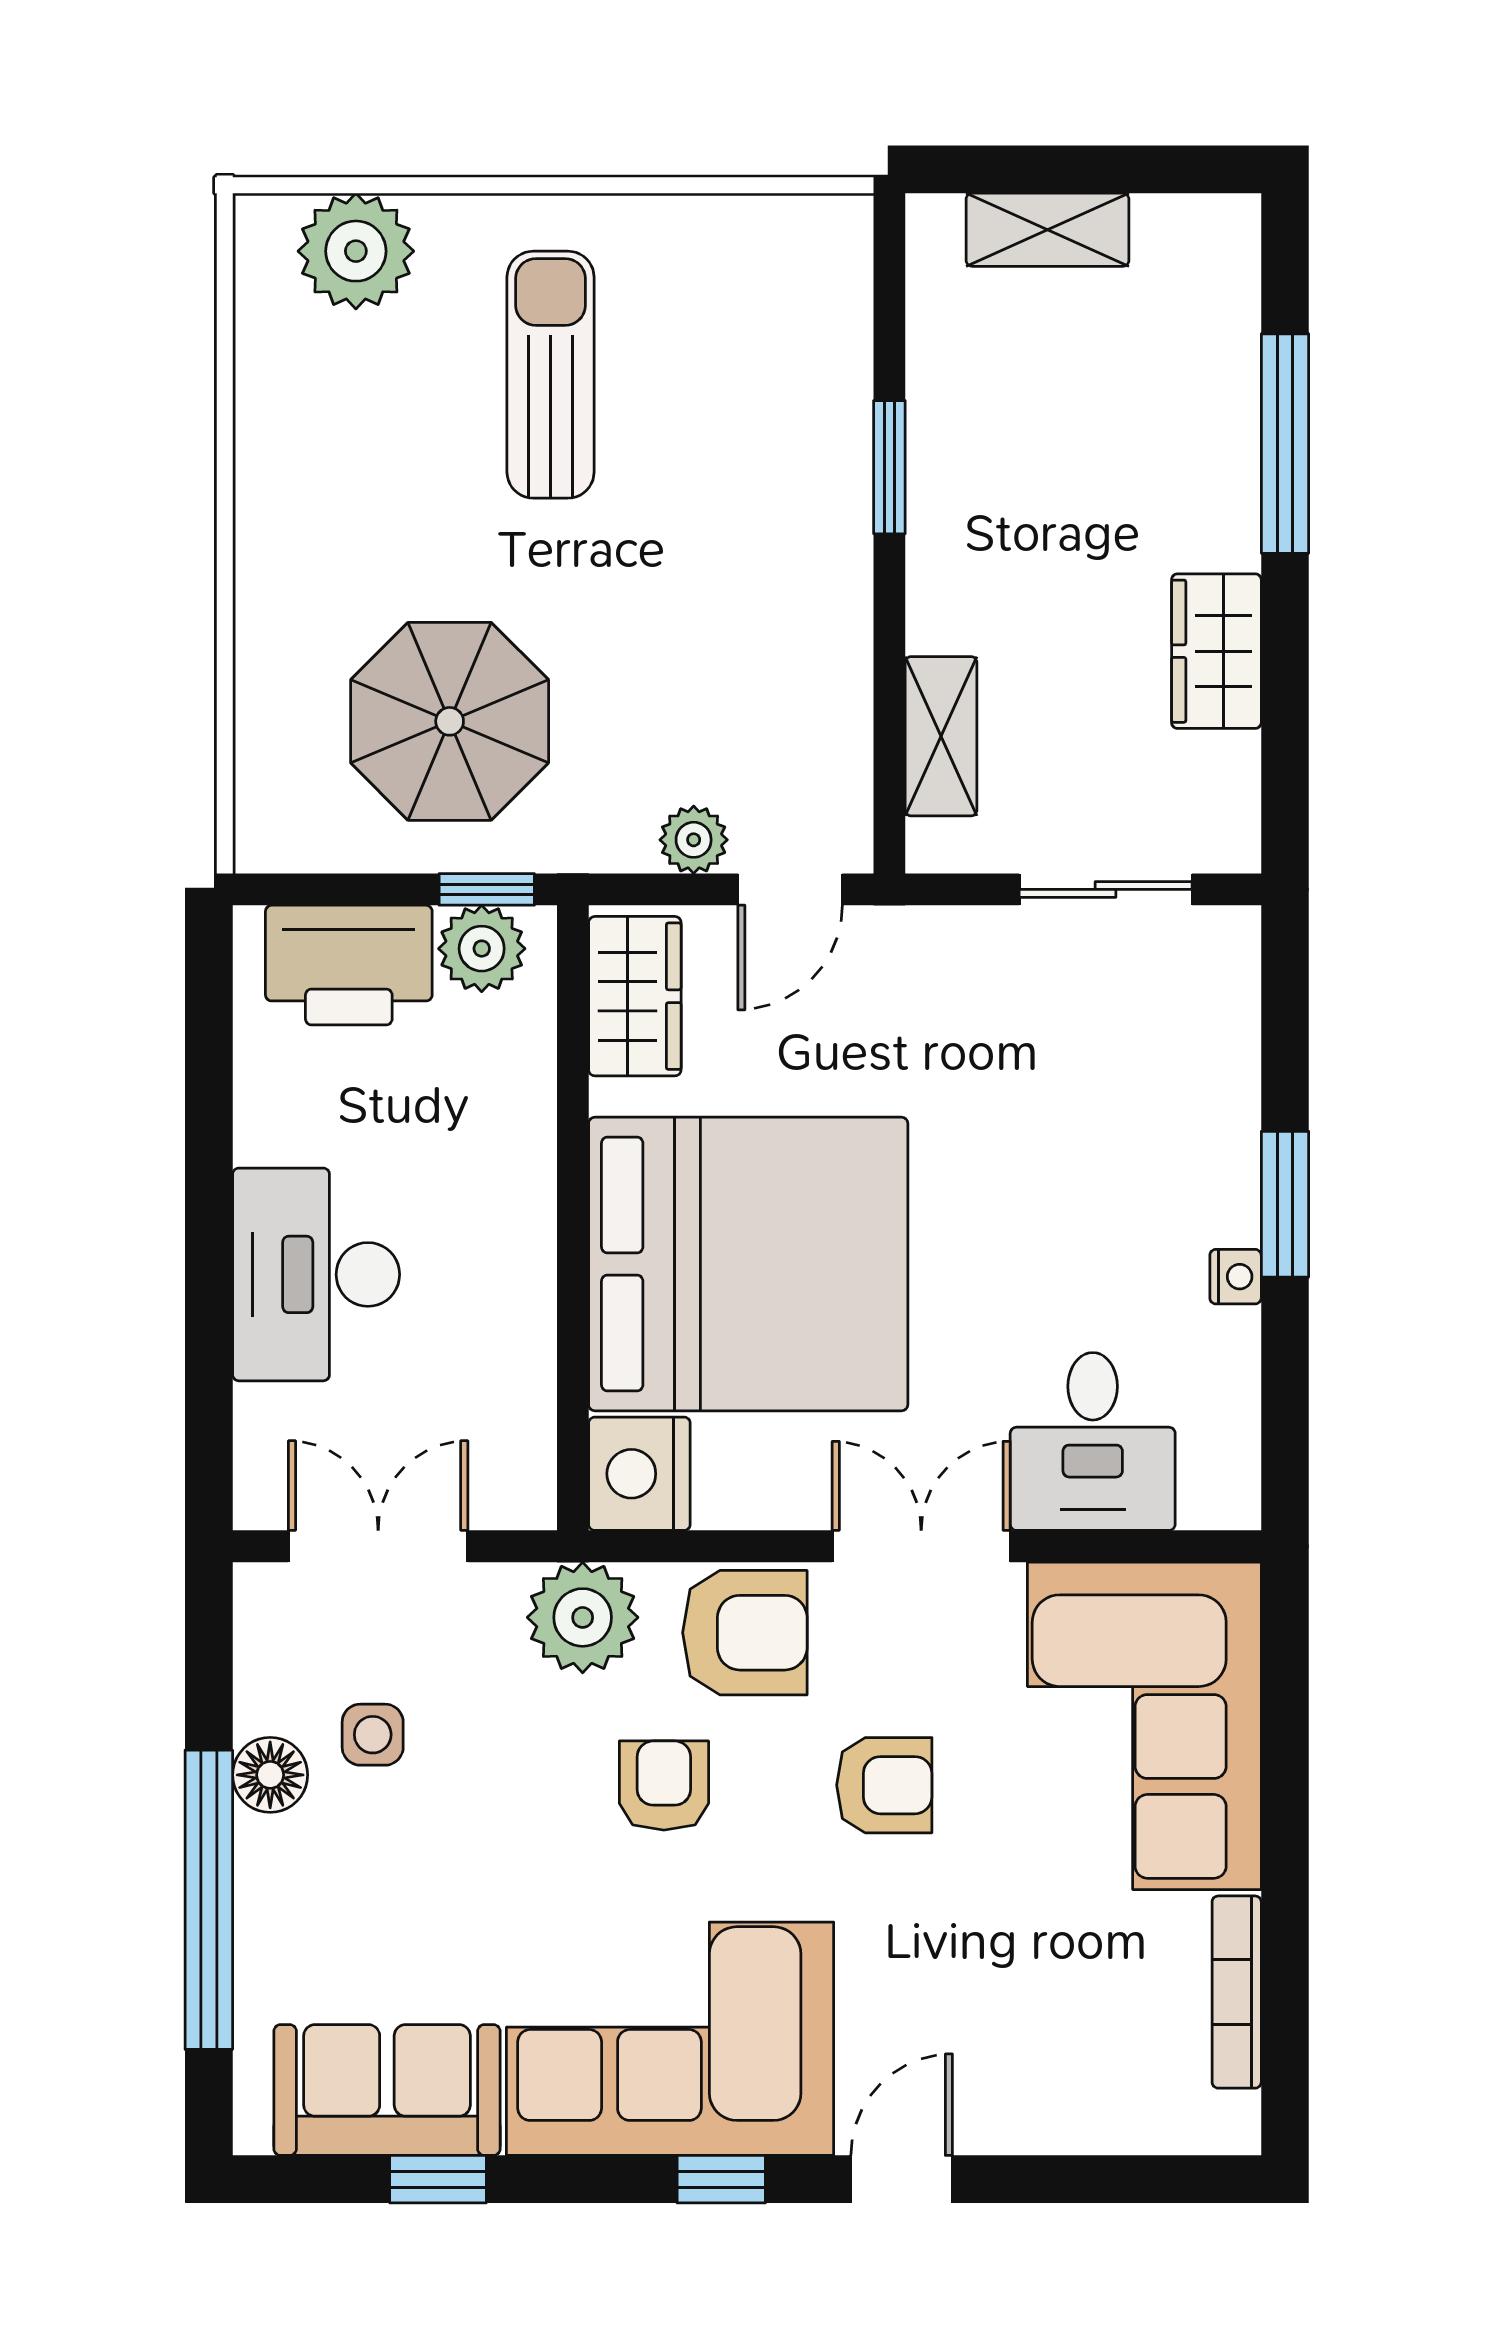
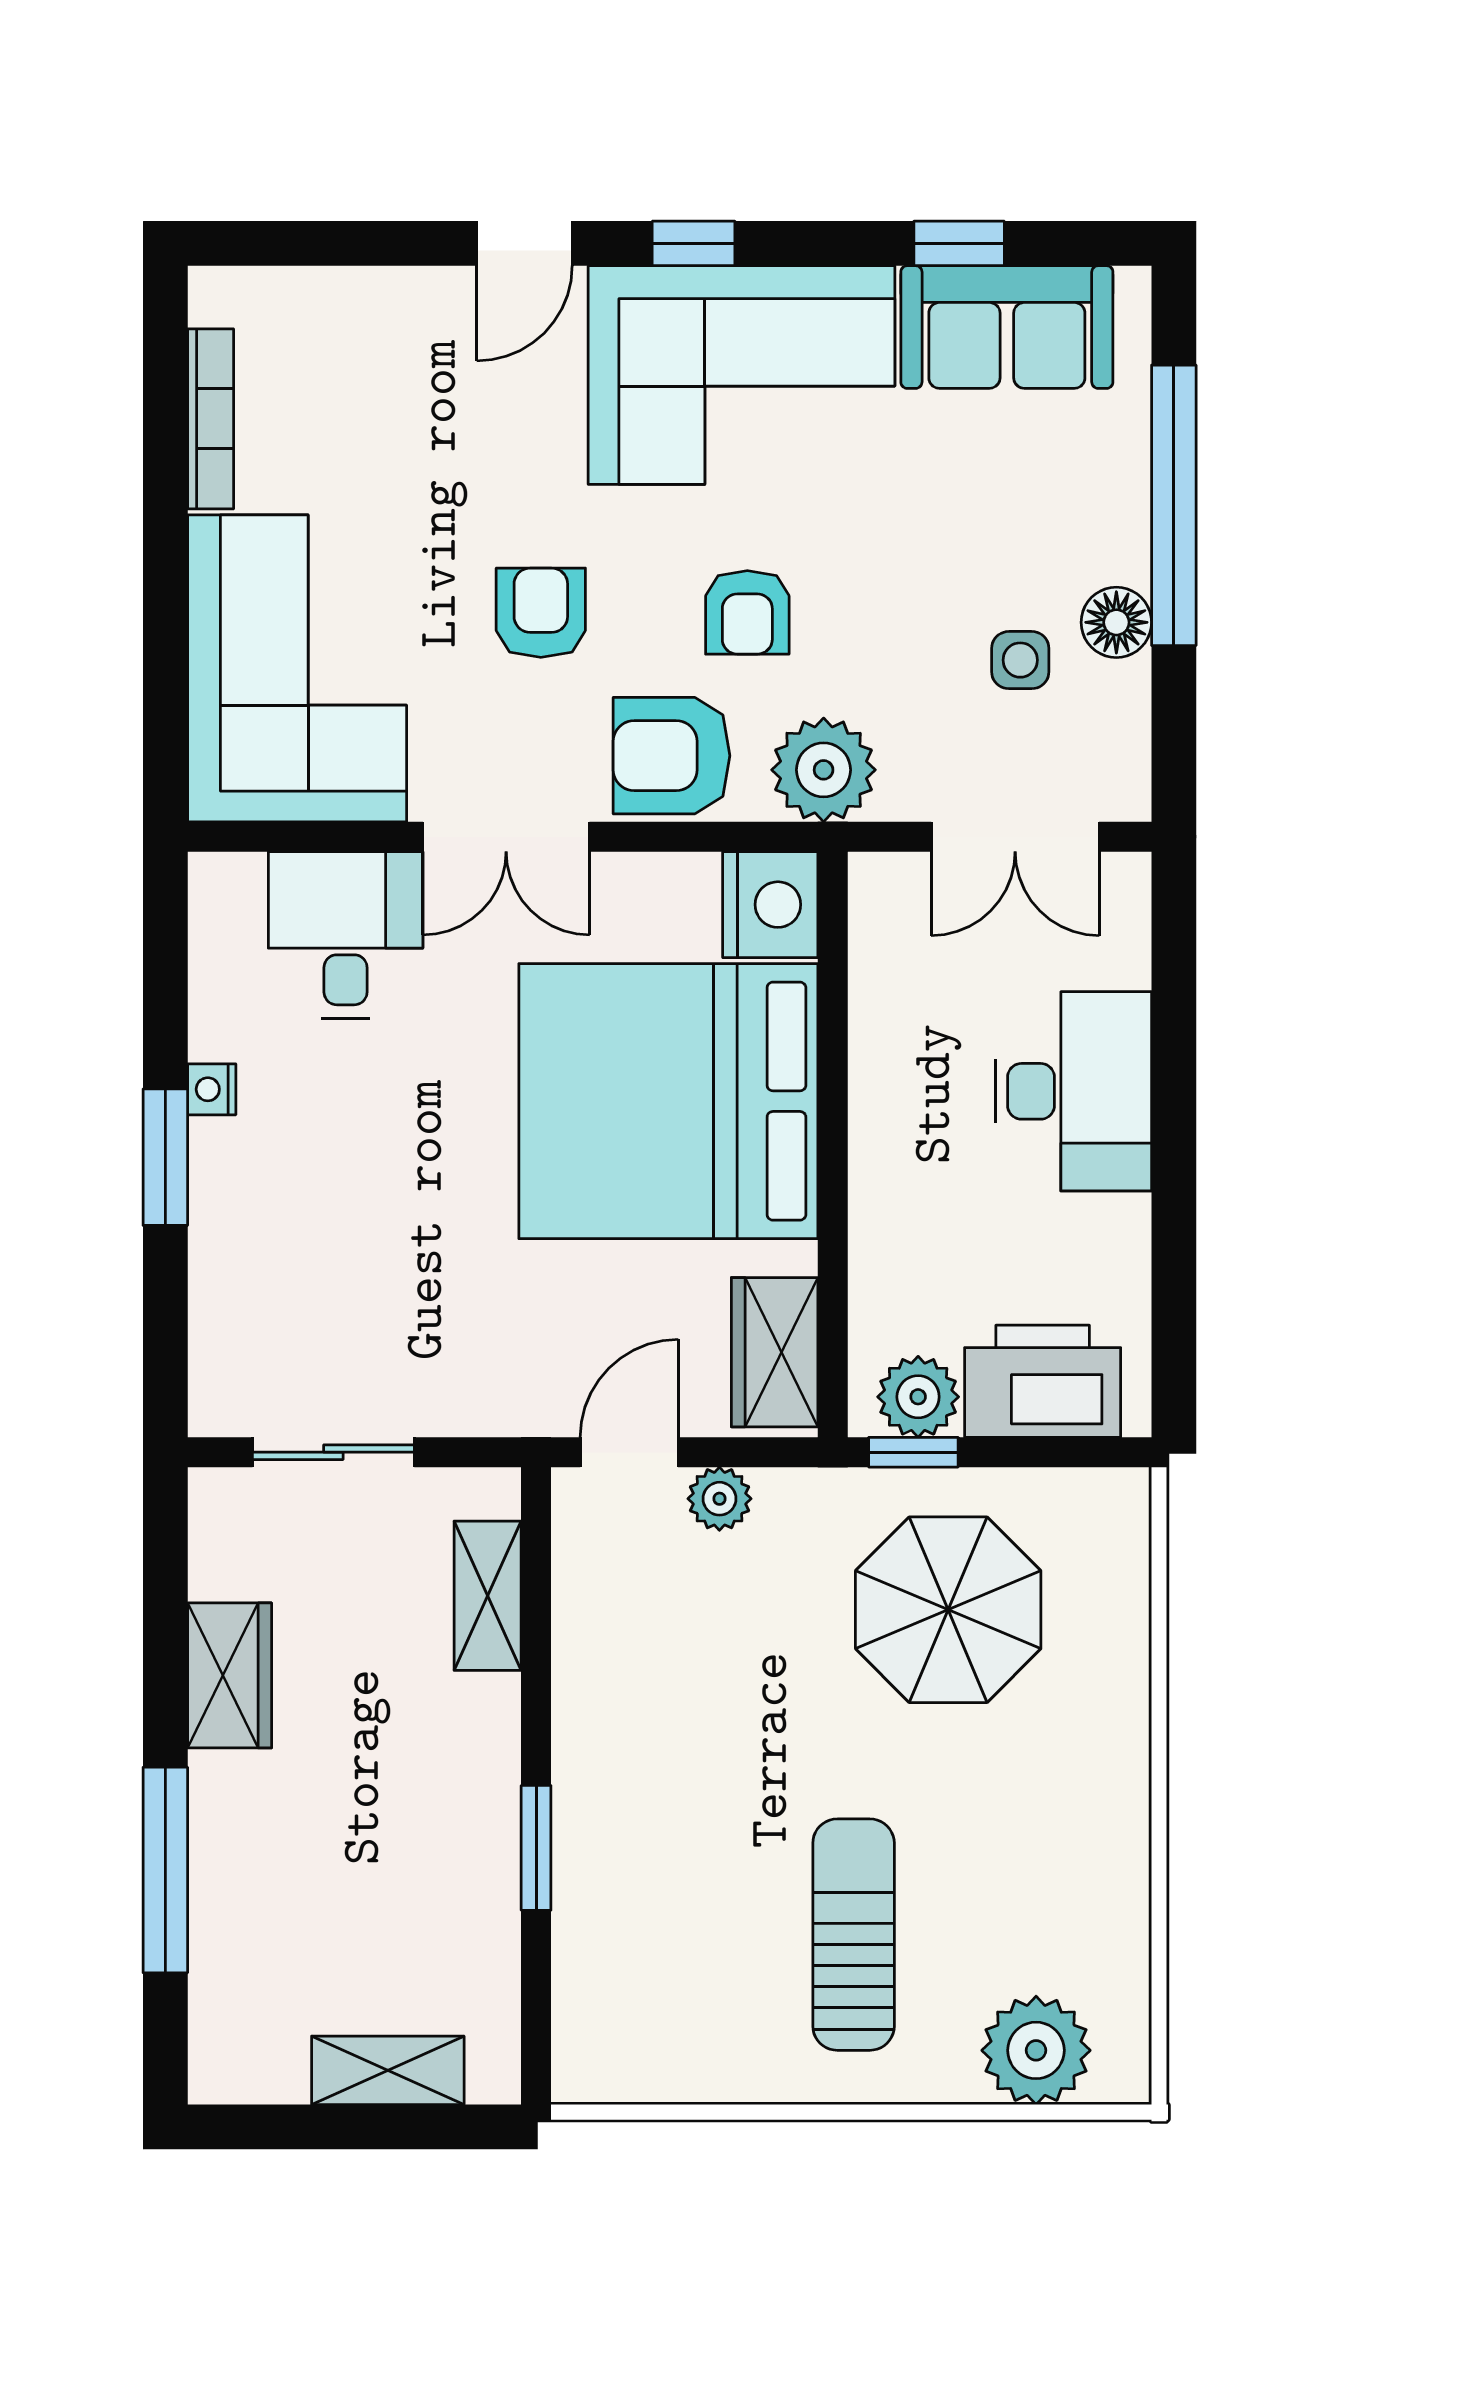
sun lounger: (551, 375) -> (854, 1935), turned 180
armchair: (884, 1785) -> (541, 613), turned 90

